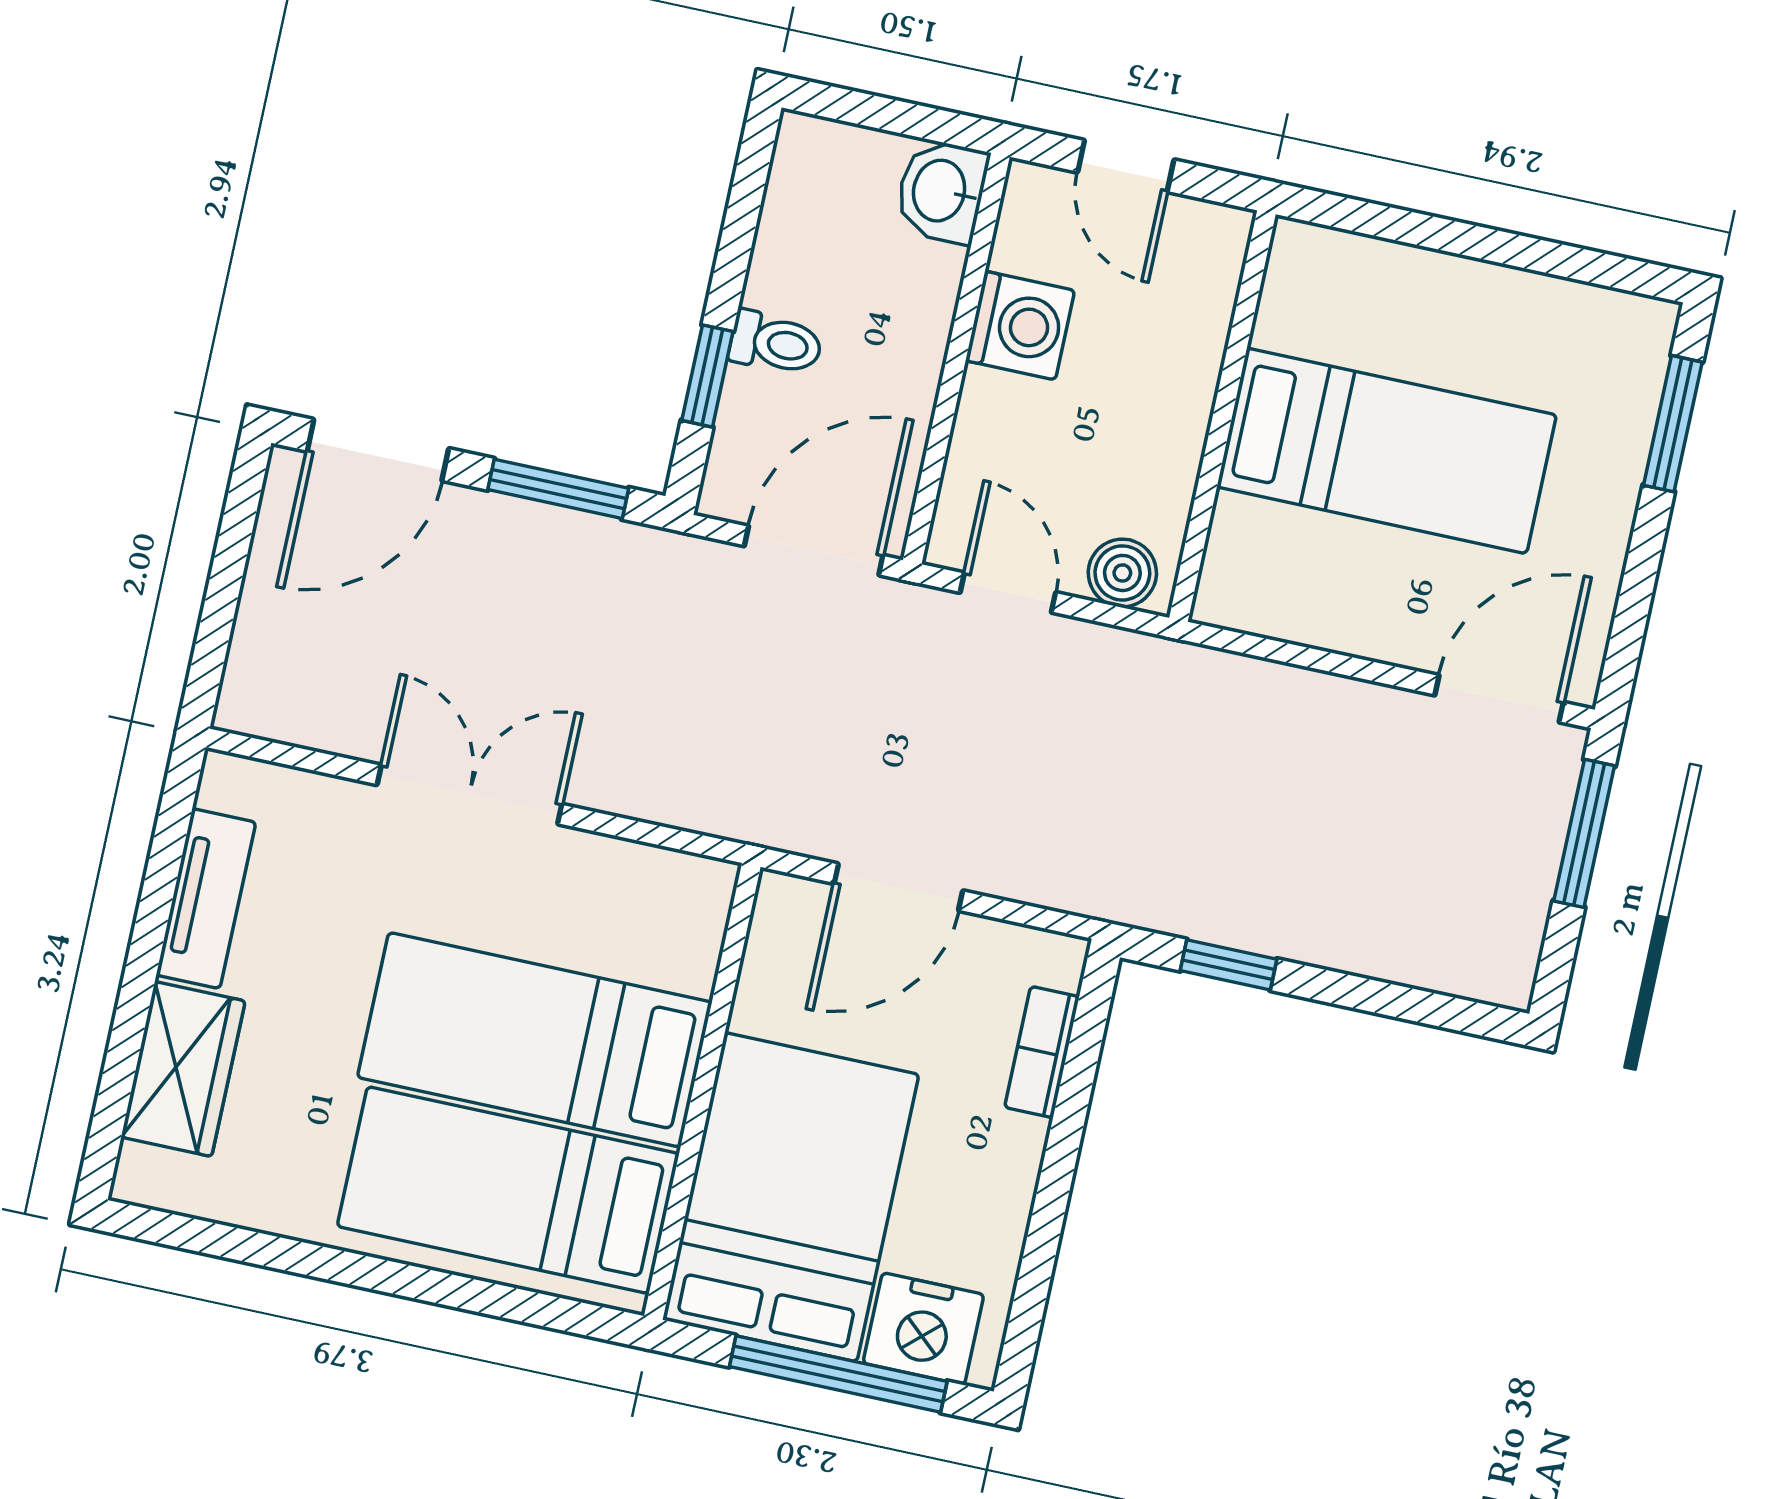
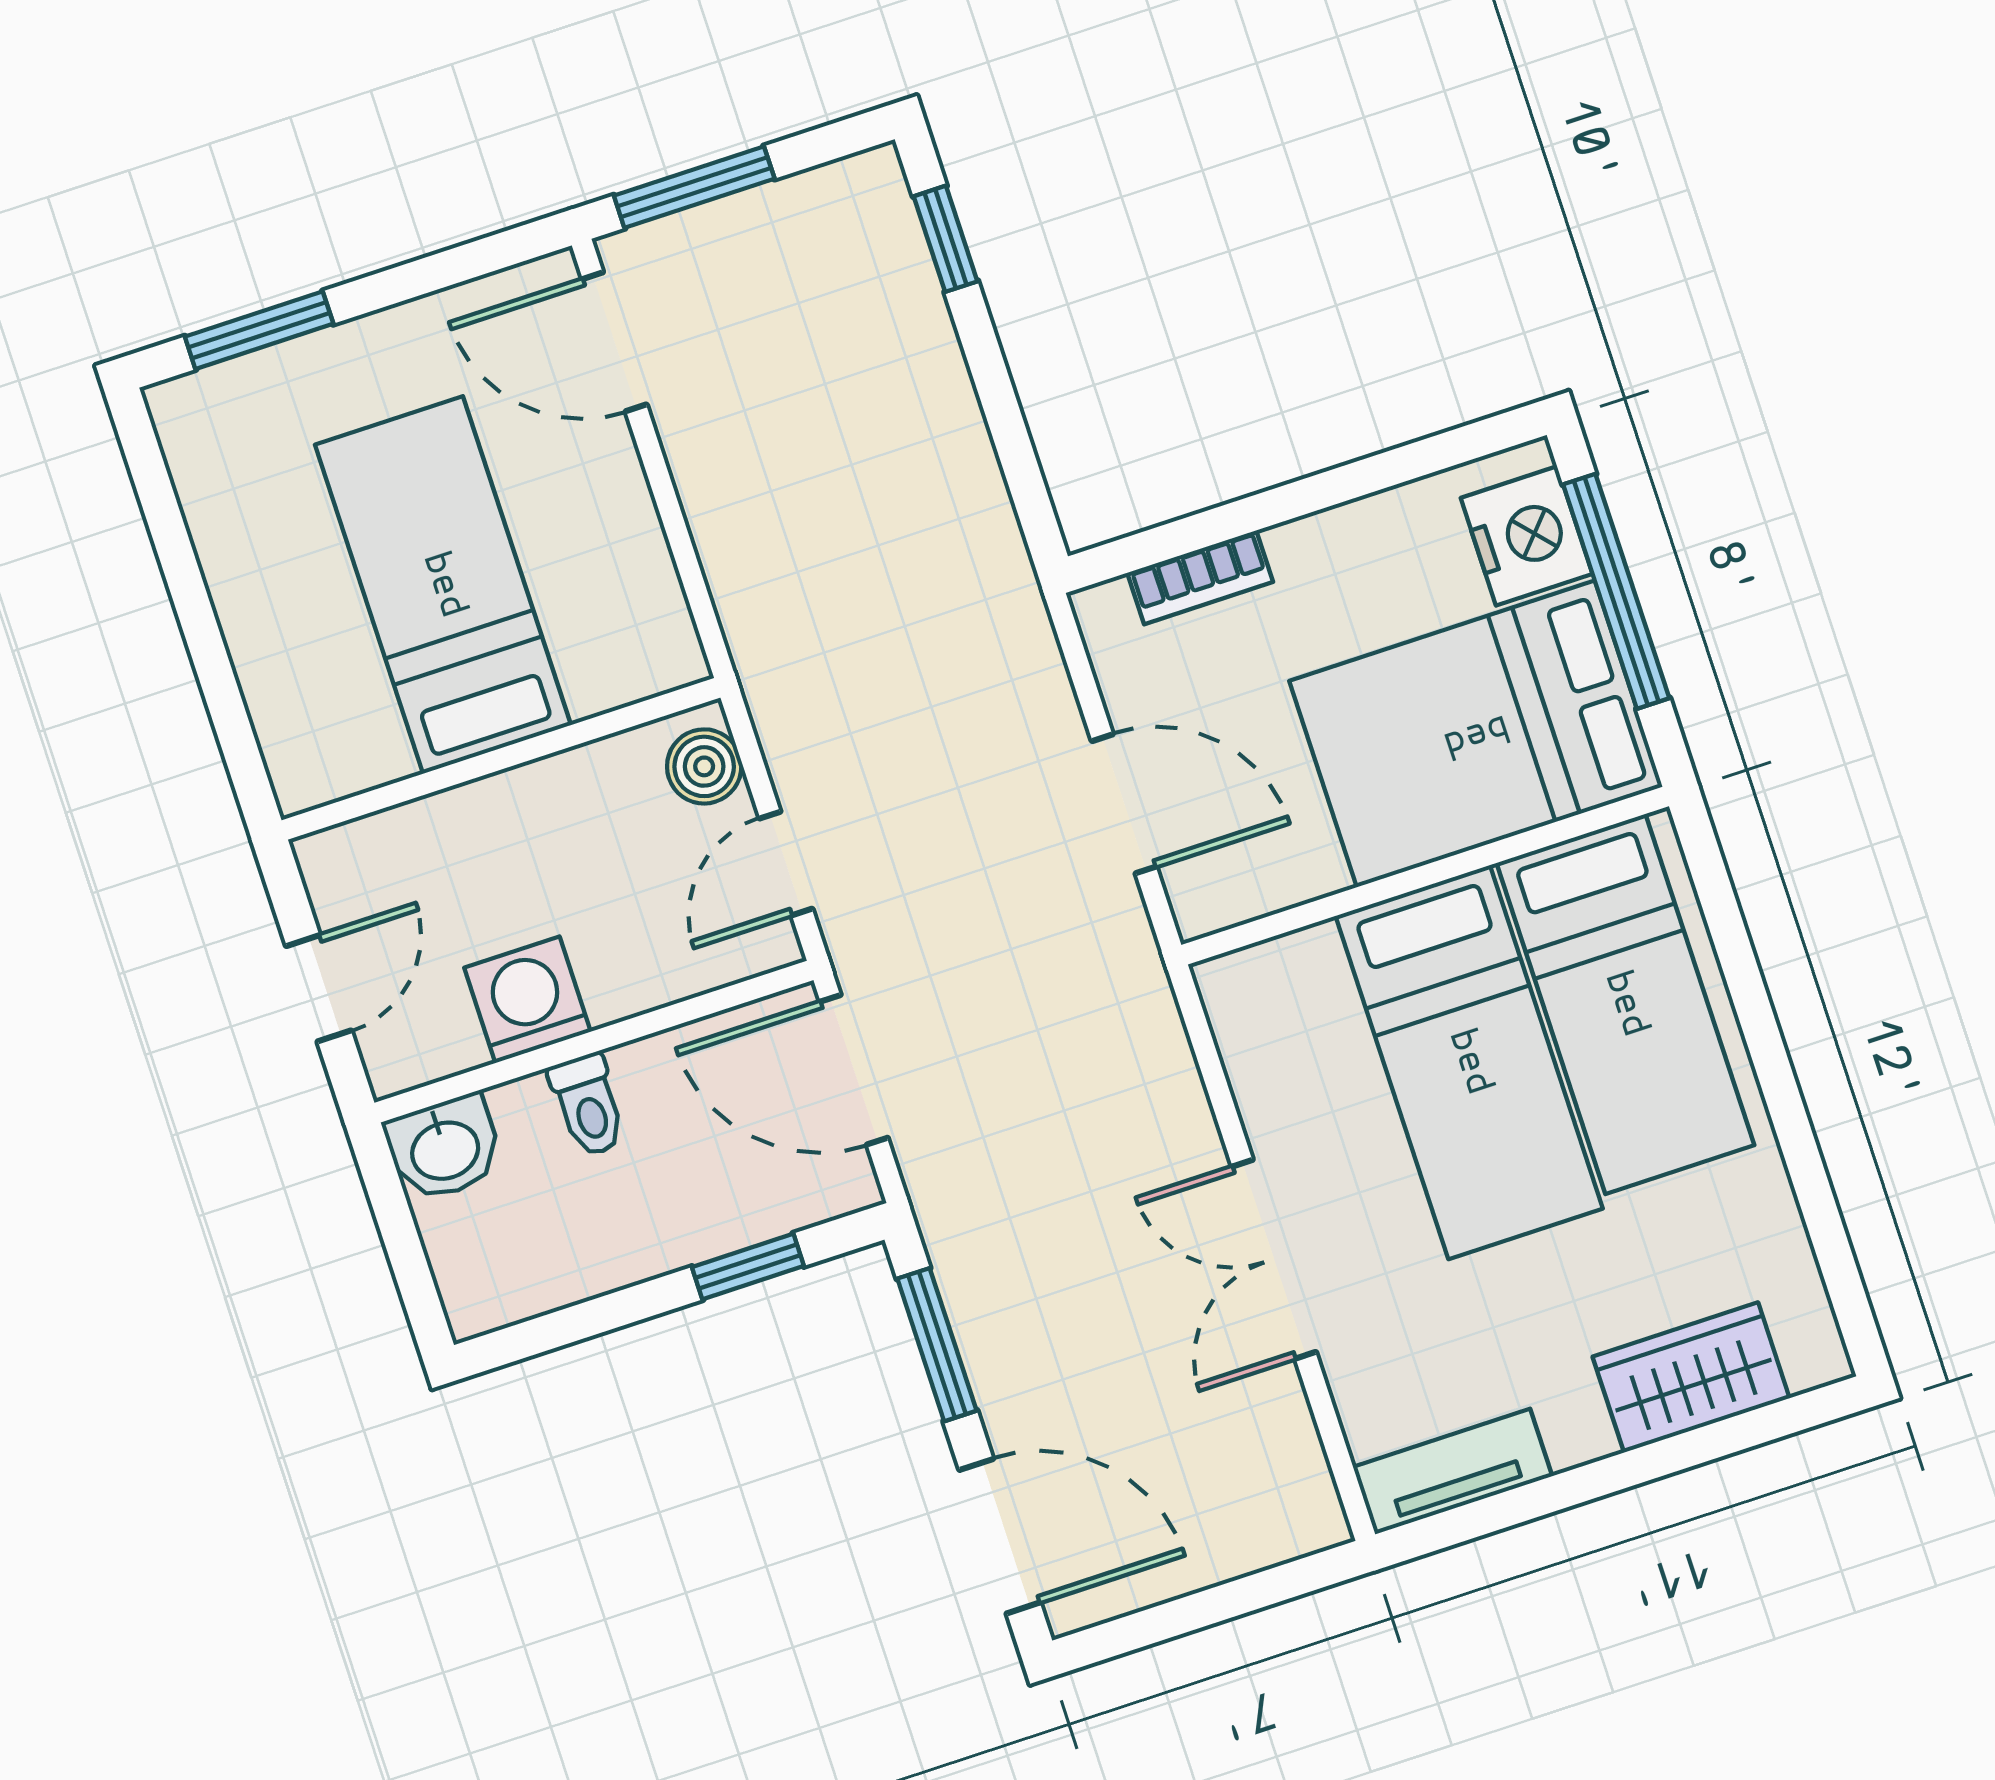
toilet: (776, 343) -> (588, 1105), moved, turned 180
tv unit: (206, 899) -> (1453, 1472), moved
window: (1228, 965) -> (946, 239), moved

